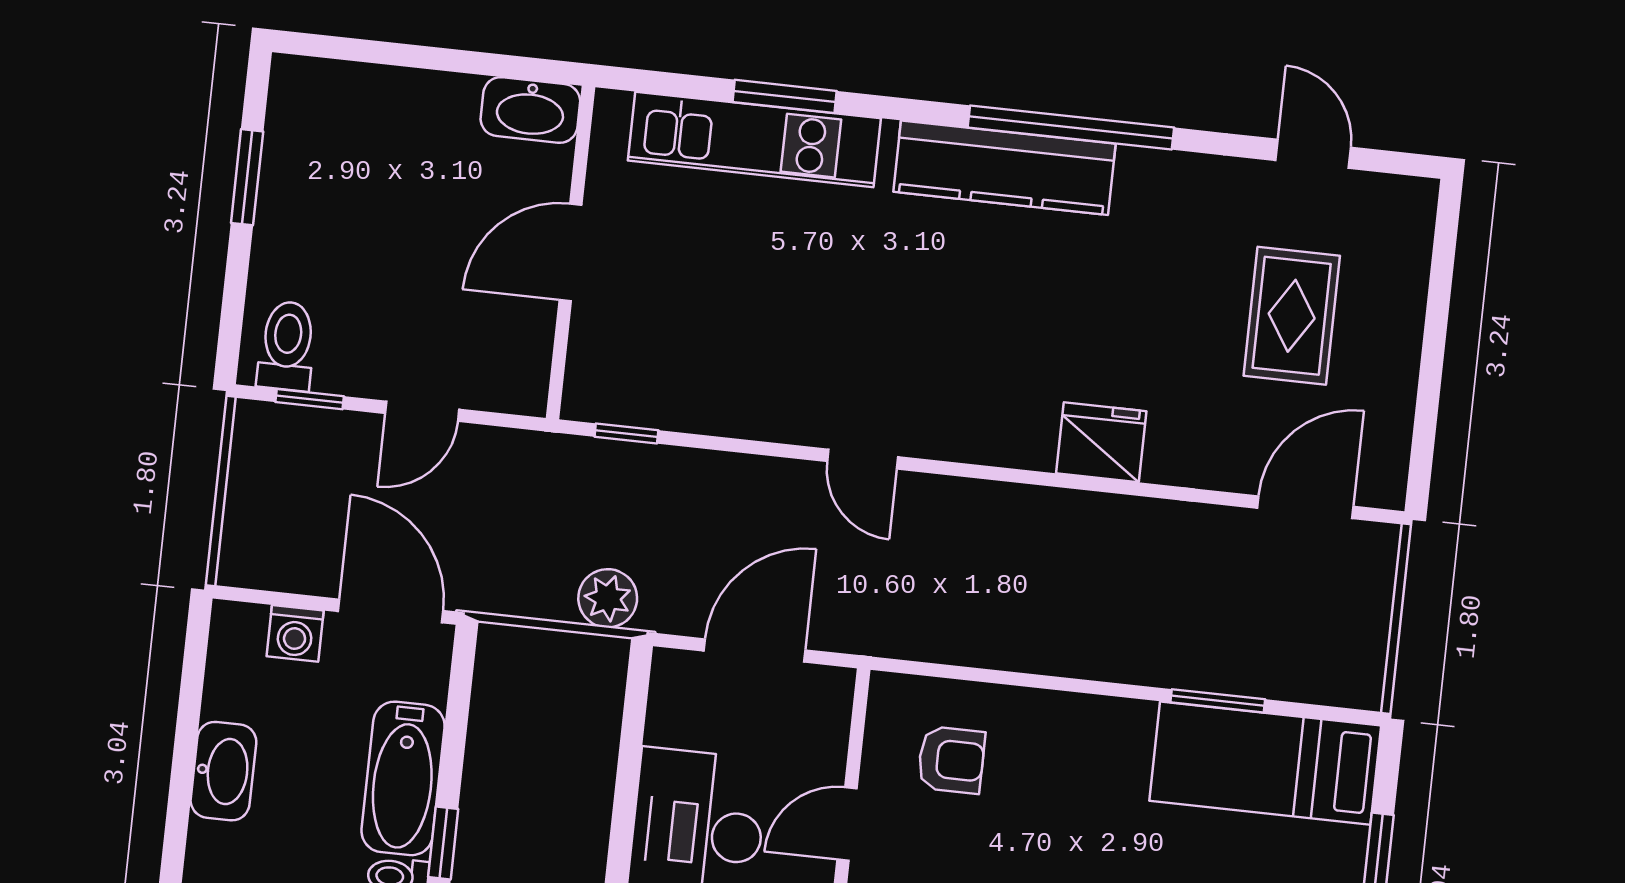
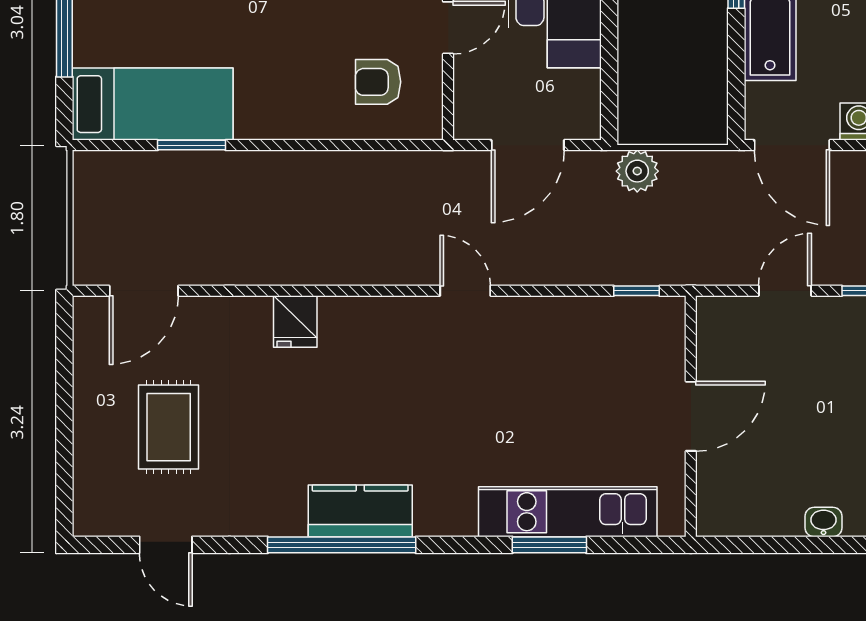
washbasin: (530, 110) -> (823, 522), moved, width x0.52, depth x0.69
kitchen counter: (1004, 168) -> (360, 511), width x0.67
fridge: (1101, 442) -> (295, 321), width x0.72

